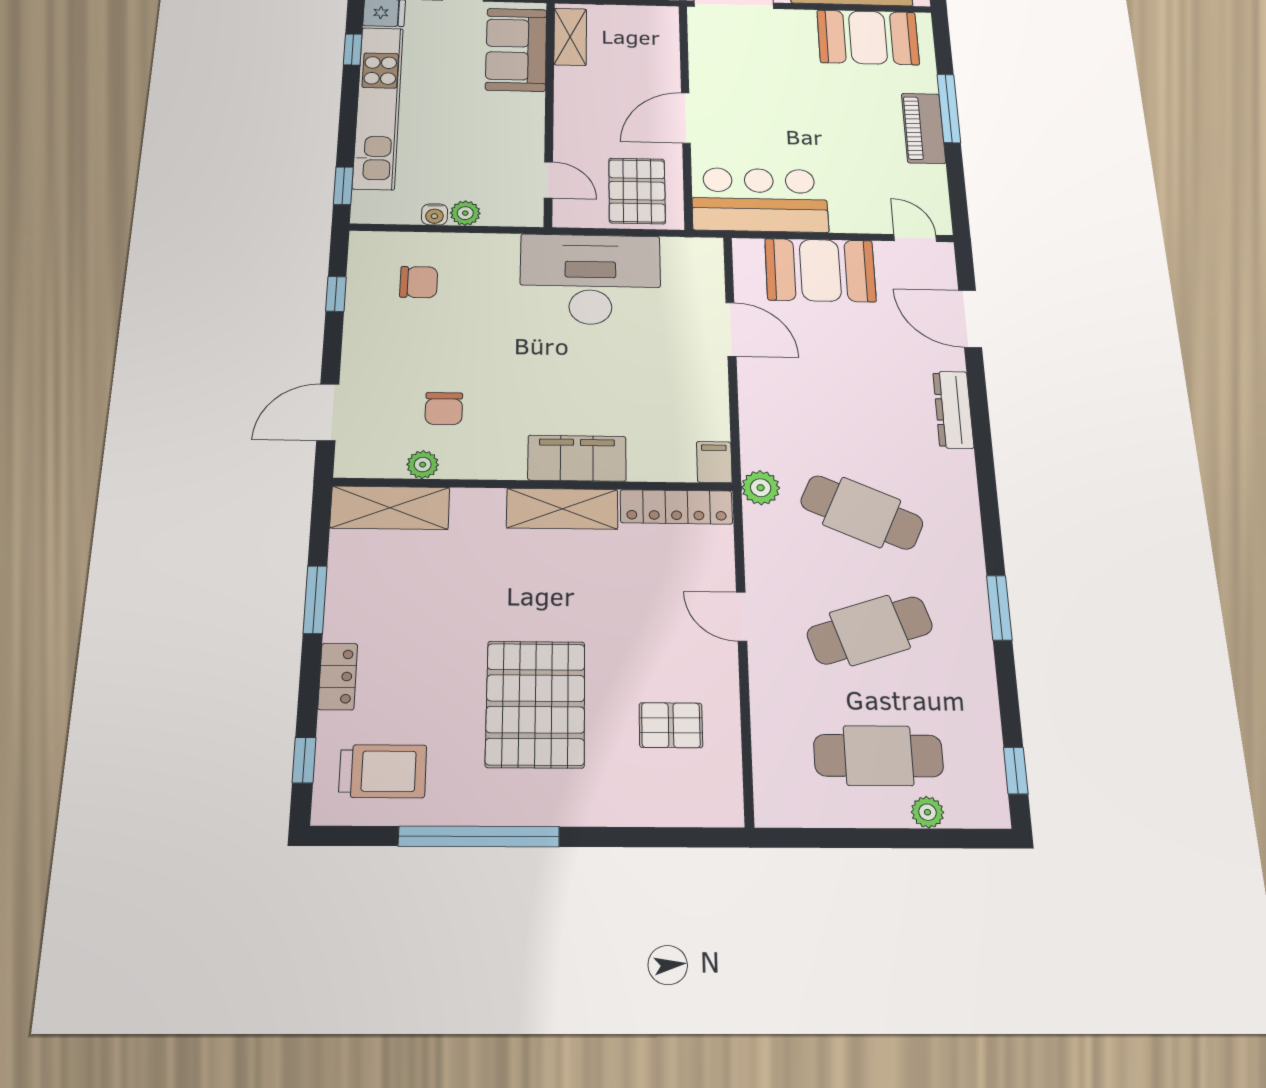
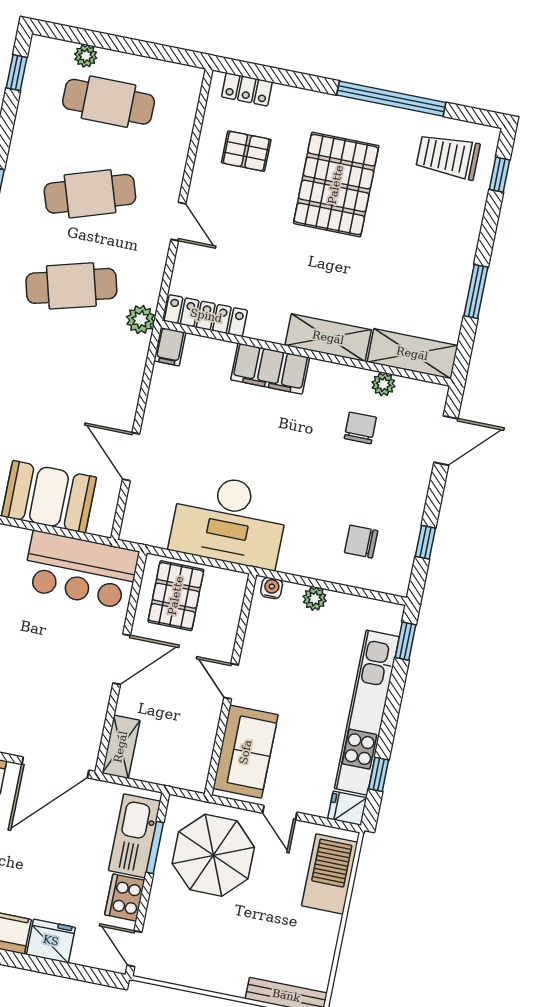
shelving: (570, 37) -> (121, 747), moved
door: (548, 180) -> (231, 681), moved
water cooler: (435, 214) -> (272, 588), moved
shelving: (562, 509) -> (328, 338), moved
cafe table: (862, 512) -> (71, 286), turned -39
locker: (338, 676) -> (247, 89), moved, turned -90

